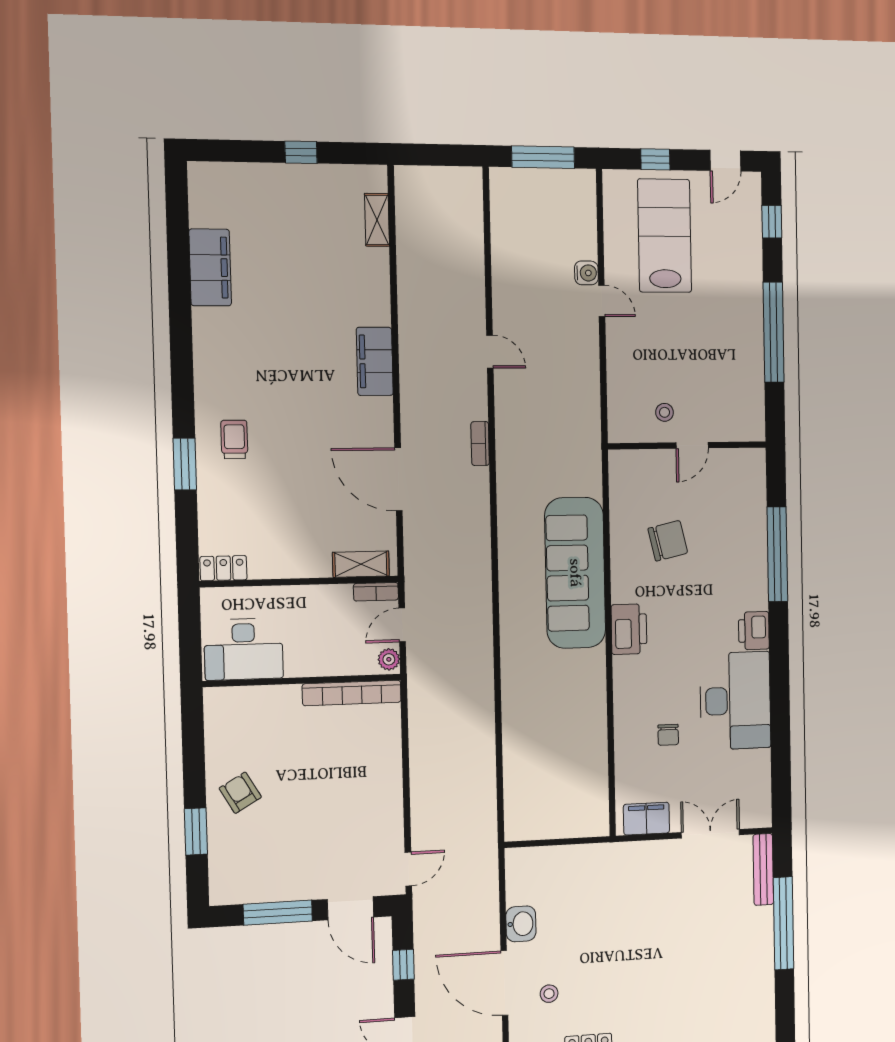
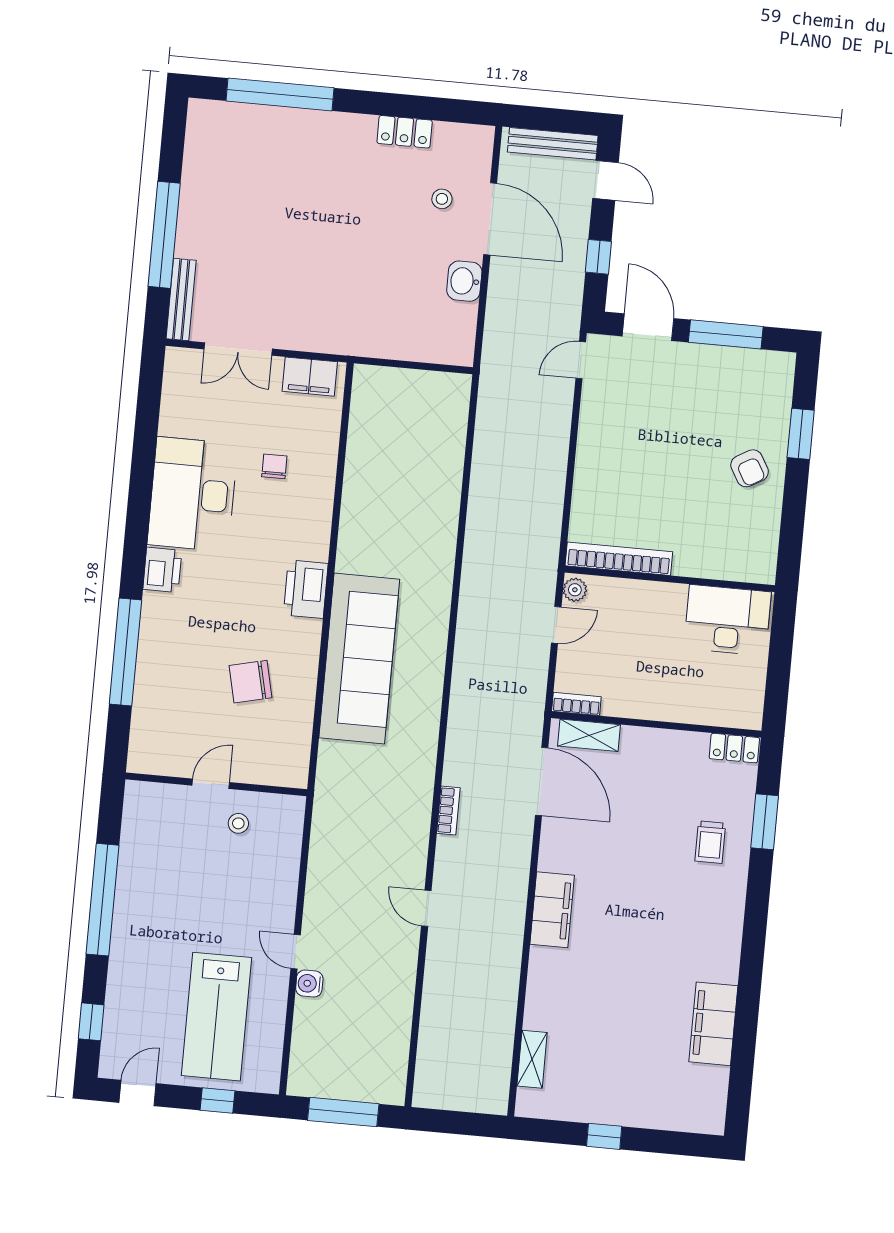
shelving: (361, 564) -> (589, 735), moved
locker: (223, 568) -> (734, 748), moved
wall: (300, 582) -> (656, 724), moved
bookcase: (376, 592) -> (576, 704), moved

